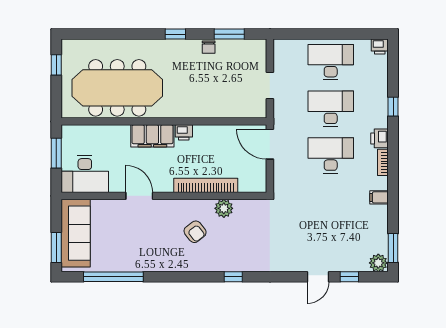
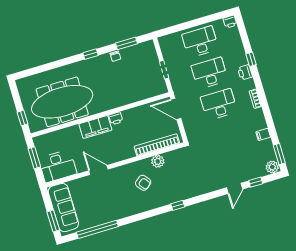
window: (56, 65) -> (23, 118), moved
printer: (380, 138) -> (245, 72), moved
bookcase: (206, 185) -> (157, 145), moved
filing cabinet: (379, 197) -> (263, 134), moved

